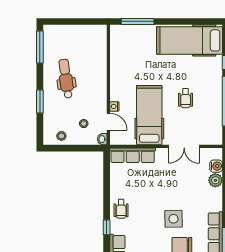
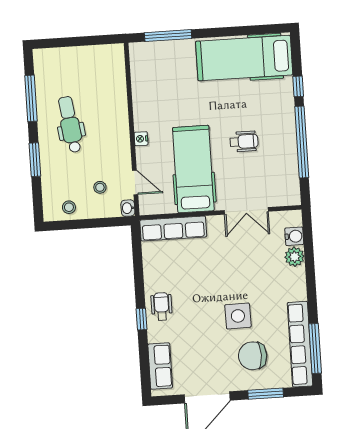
window: (40, 47) -> (31, 98), moved
wheelchair: (186, 98) -> (244, 141), turned -90
nightstand: (114, 106) -> (141, 139), moved
wheelchair: (121, 209) -> (162, 306), turned 180
window: (107, 227) -> (142, 319), moved

